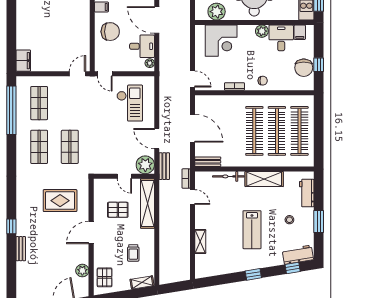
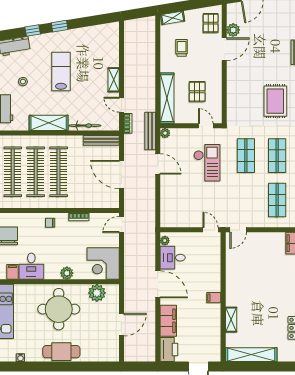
plant: (262, 31) -> (67, 273), moved
chair: (110, 32) -> (205, 273), removed
corner desk: (221, 41) -> (103, 263), moved, turned -90
door: (192, 79) -> (121, 224), hinge flipped
checkout: (130, 103) -> (207, 163), moved, turned 180
bench: (208, 162) -> (101, 140), width x1.36
plant: (145, 165) -> (165, 133), width x0.53, depth x0.53
bench: (164, 166) -> (150, 131), width x1.36
door: (124, 176) -> (206, 126), moved
rug: (60, 201) -> (275, 101), moved, turned 90
pallet: (118, 210) -> (197, 92), turned 90
door: (91, 233) -> (224, 49), moved
shelving: (200, 241) -> (114, 80), moved
window: (293, 268) -> (33, 30), moved

